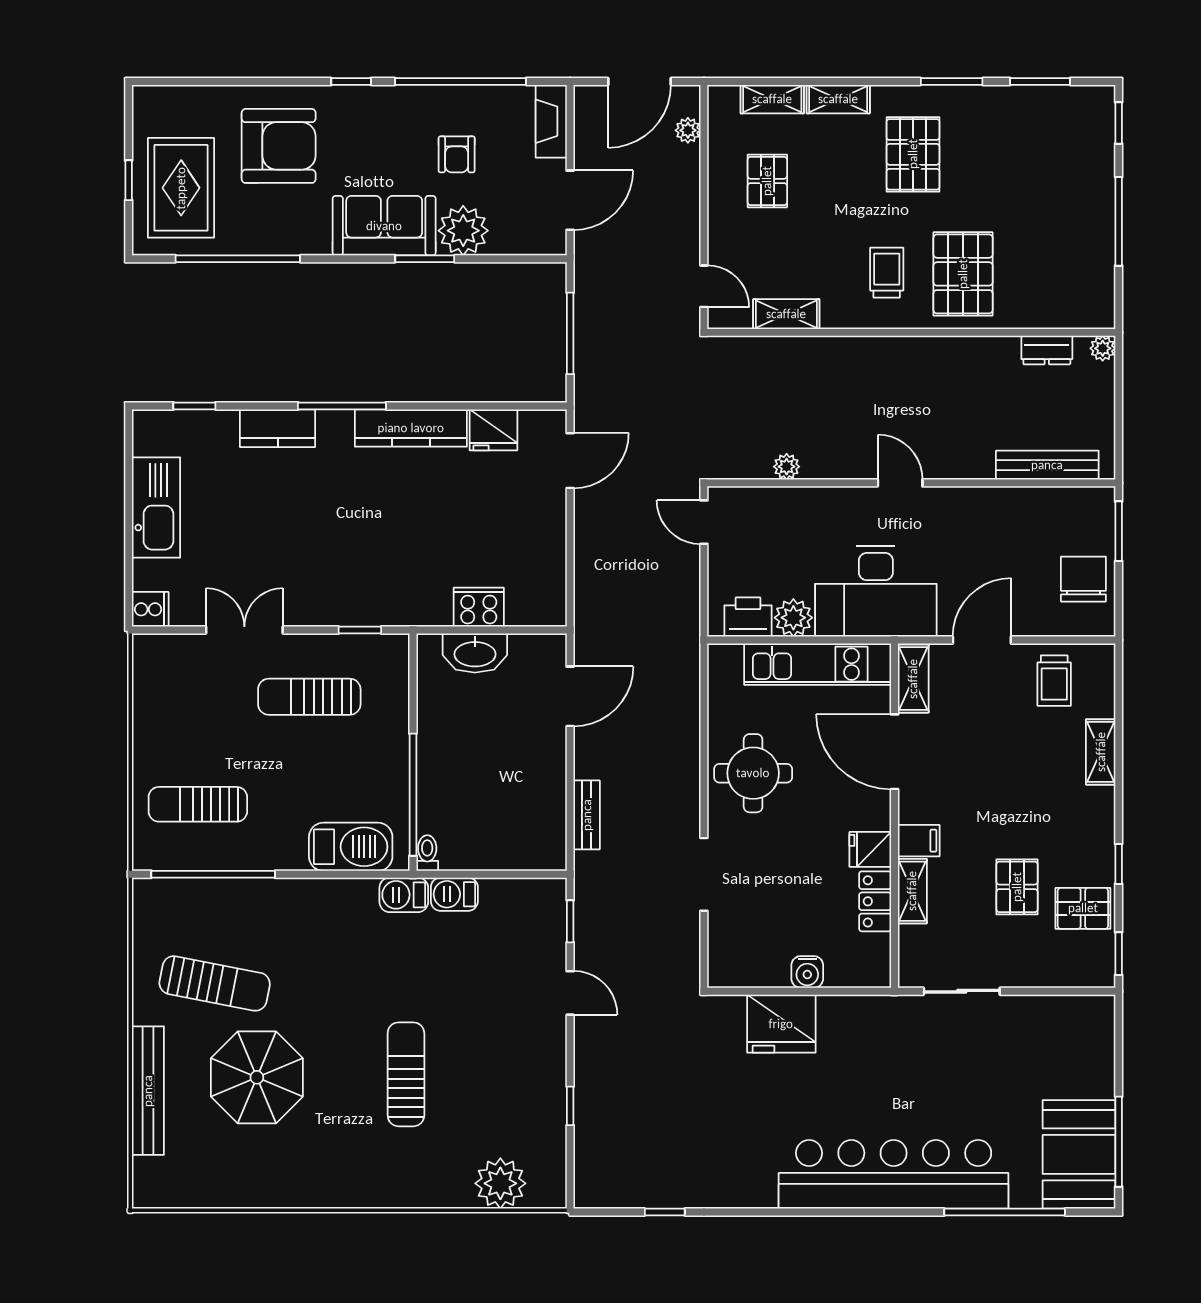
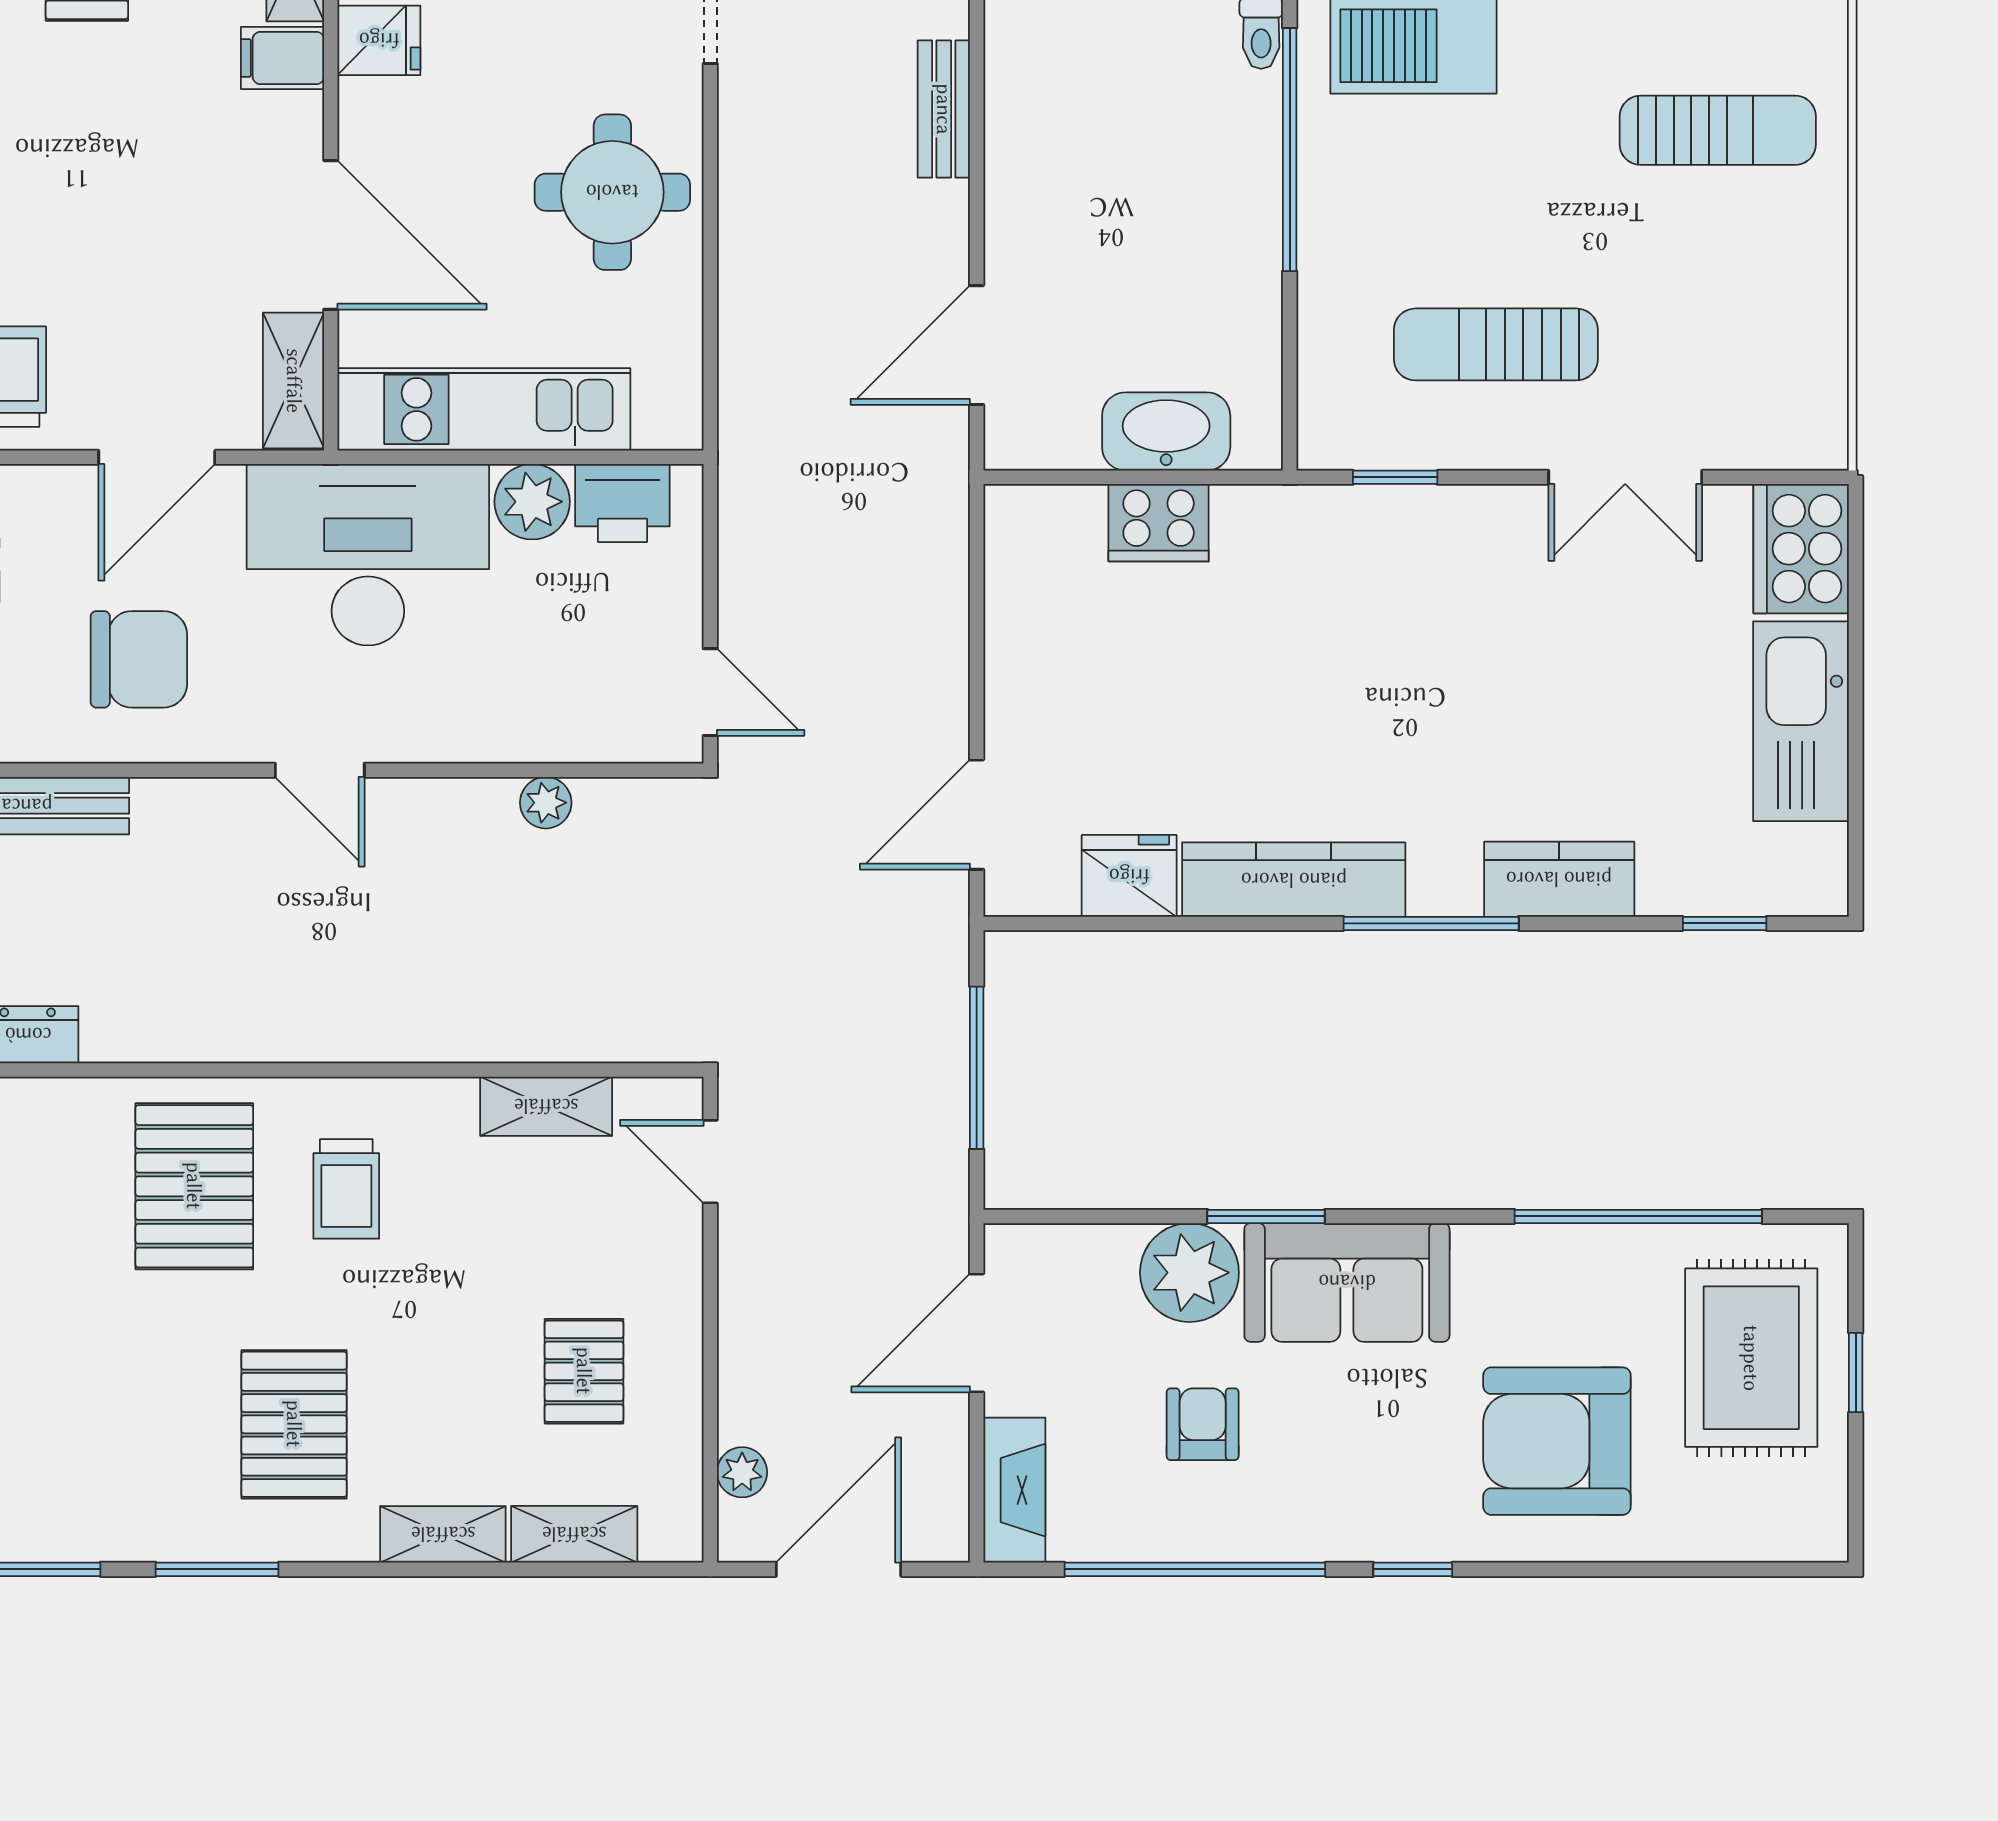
chair: (991, 539) -> (139, 659), added
cooker: (150, 609) -> (1801, 549), width x1.87, depth x1.31
sun lounger: (309, 697) -> (1496, 344), turned 180

